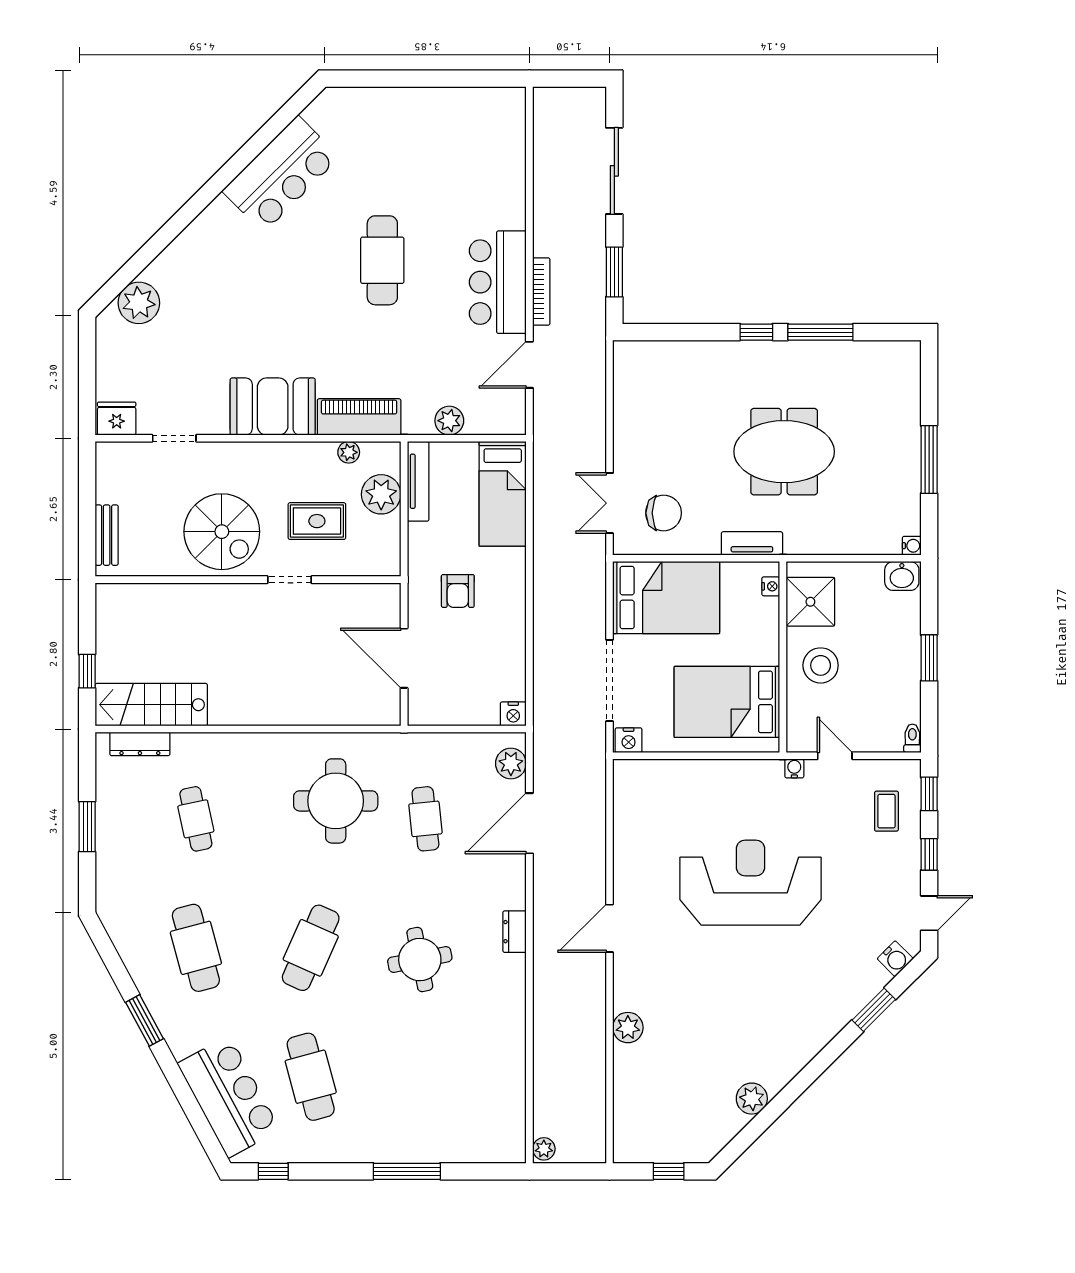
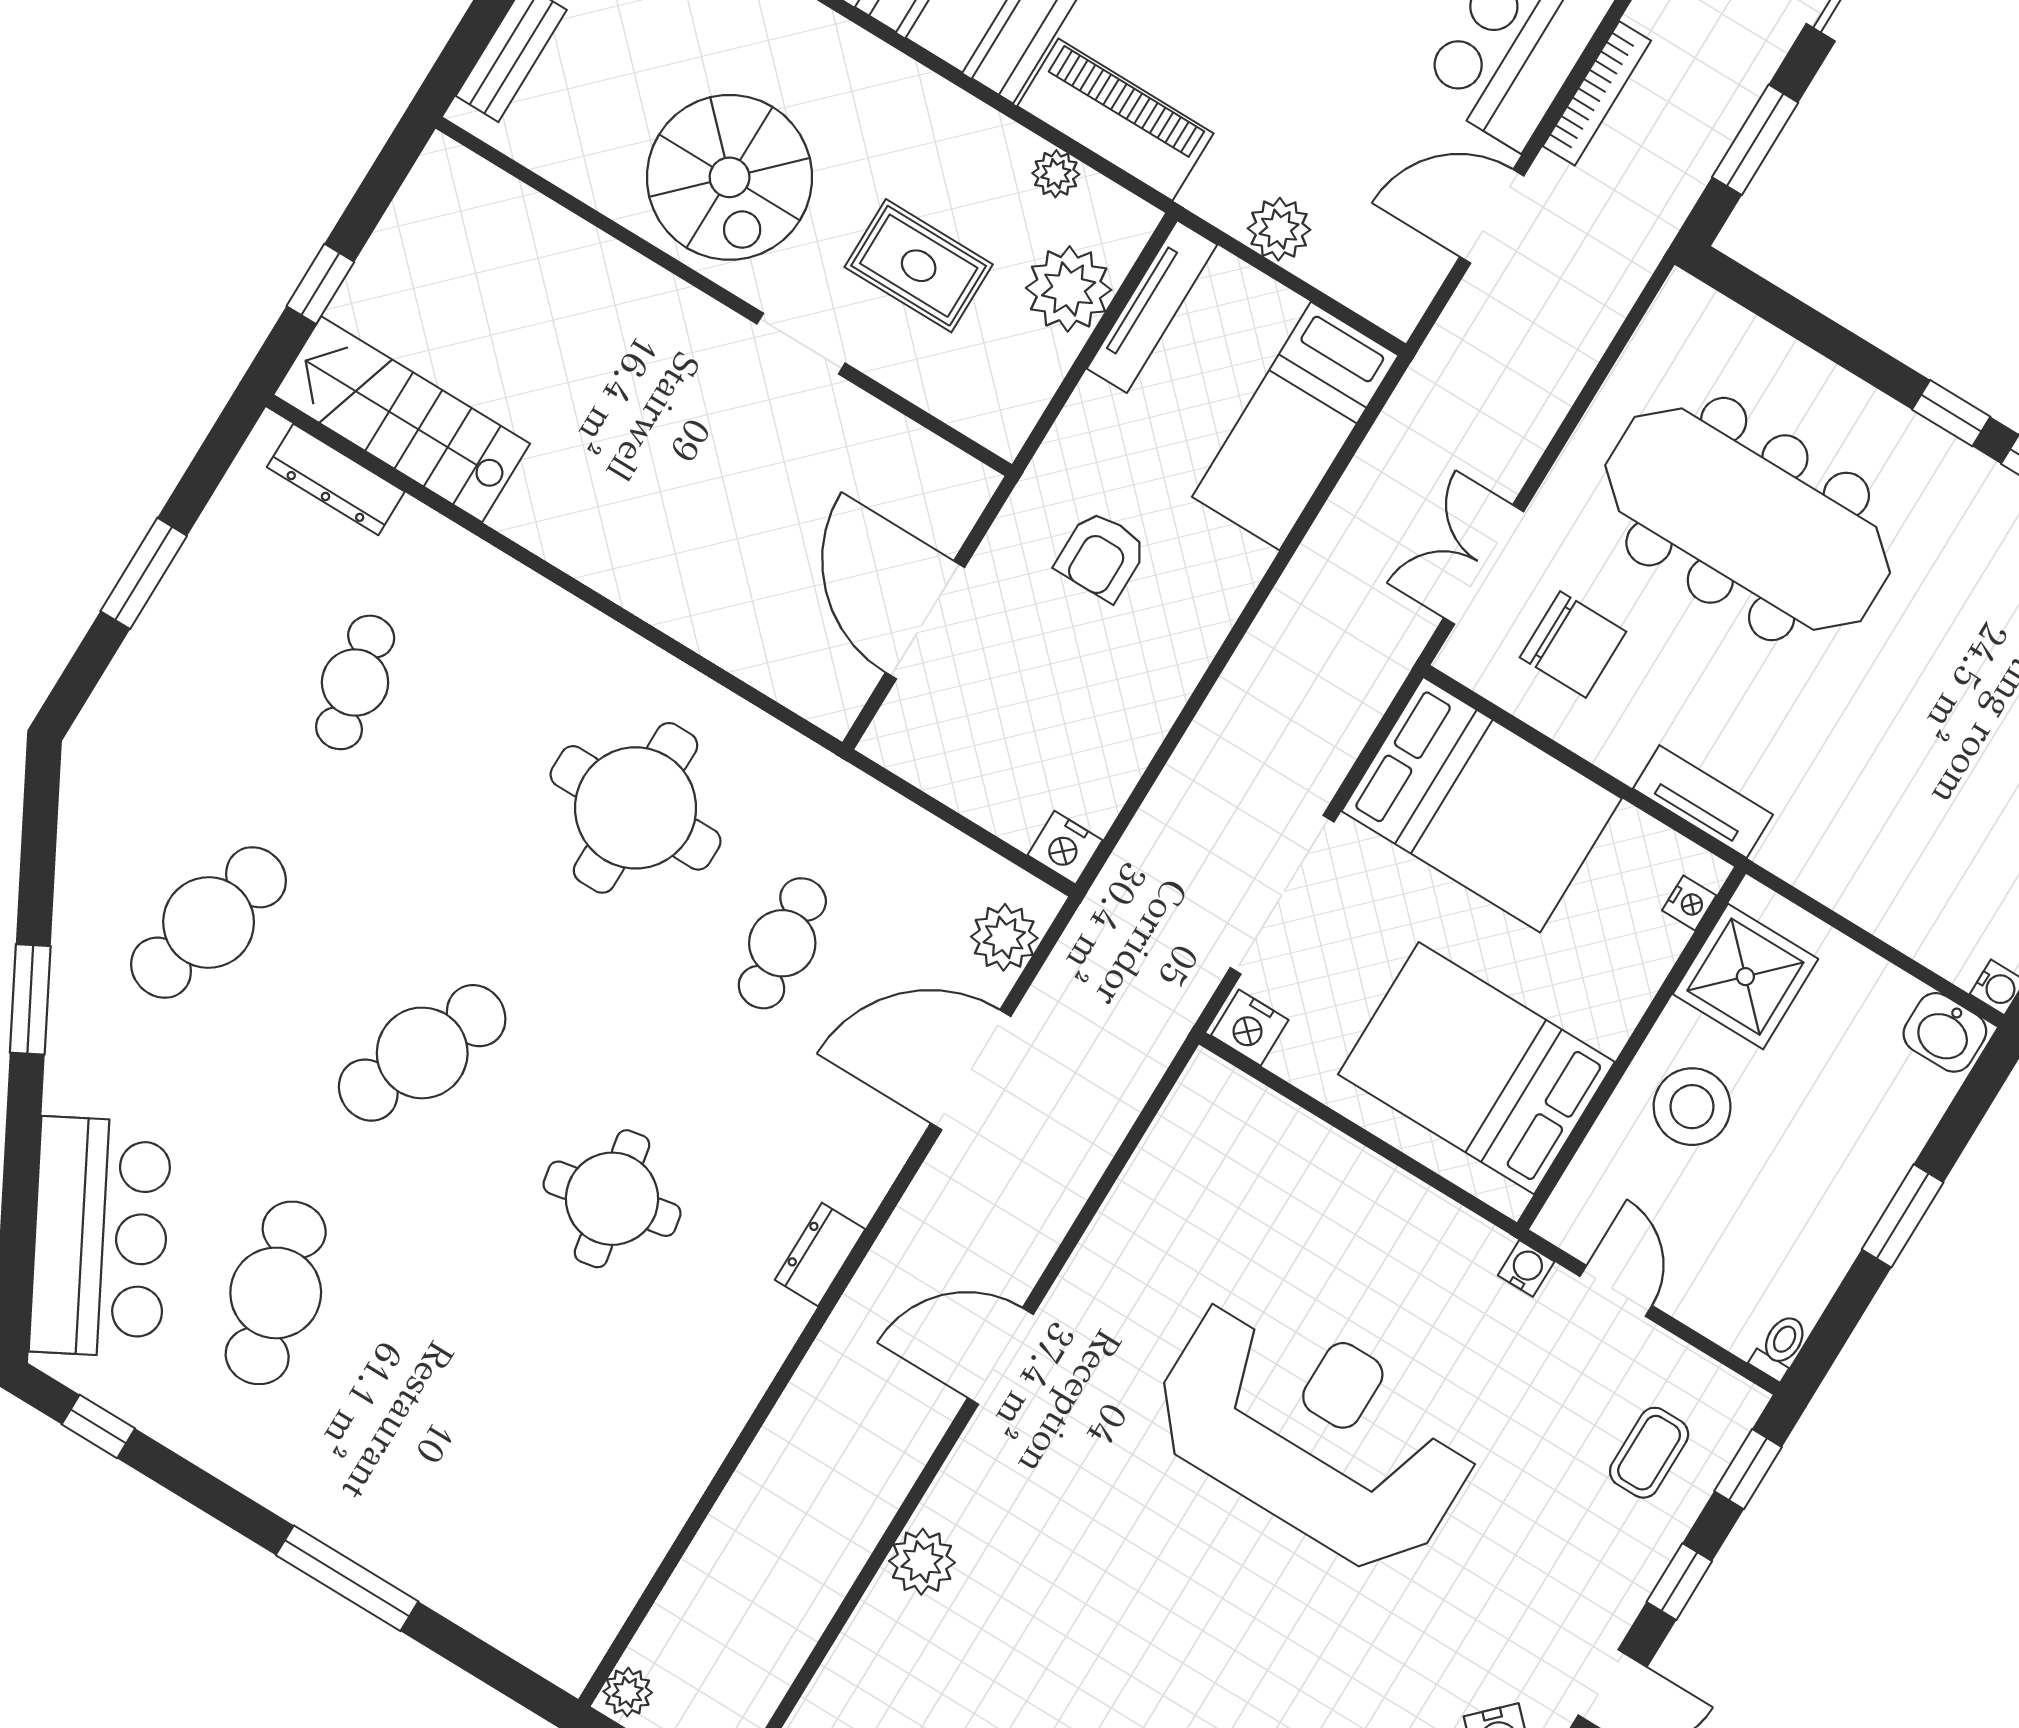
meeting table: (784, 452) -> (1748, 519), moved, width x1.36
cafe table: (196, 948) -> (209, 922), turned 30

